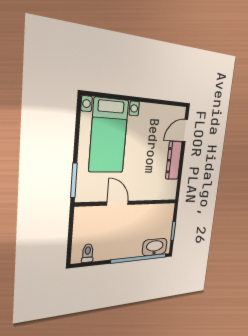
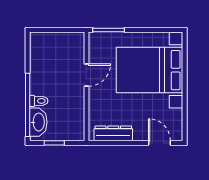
bed with nightstands: (109, 136) -> (149, 70), width x1.36
dresser: (174, 160) -> (113, 133), moved
toilet: (88, 253) -> (39, 101), moved

